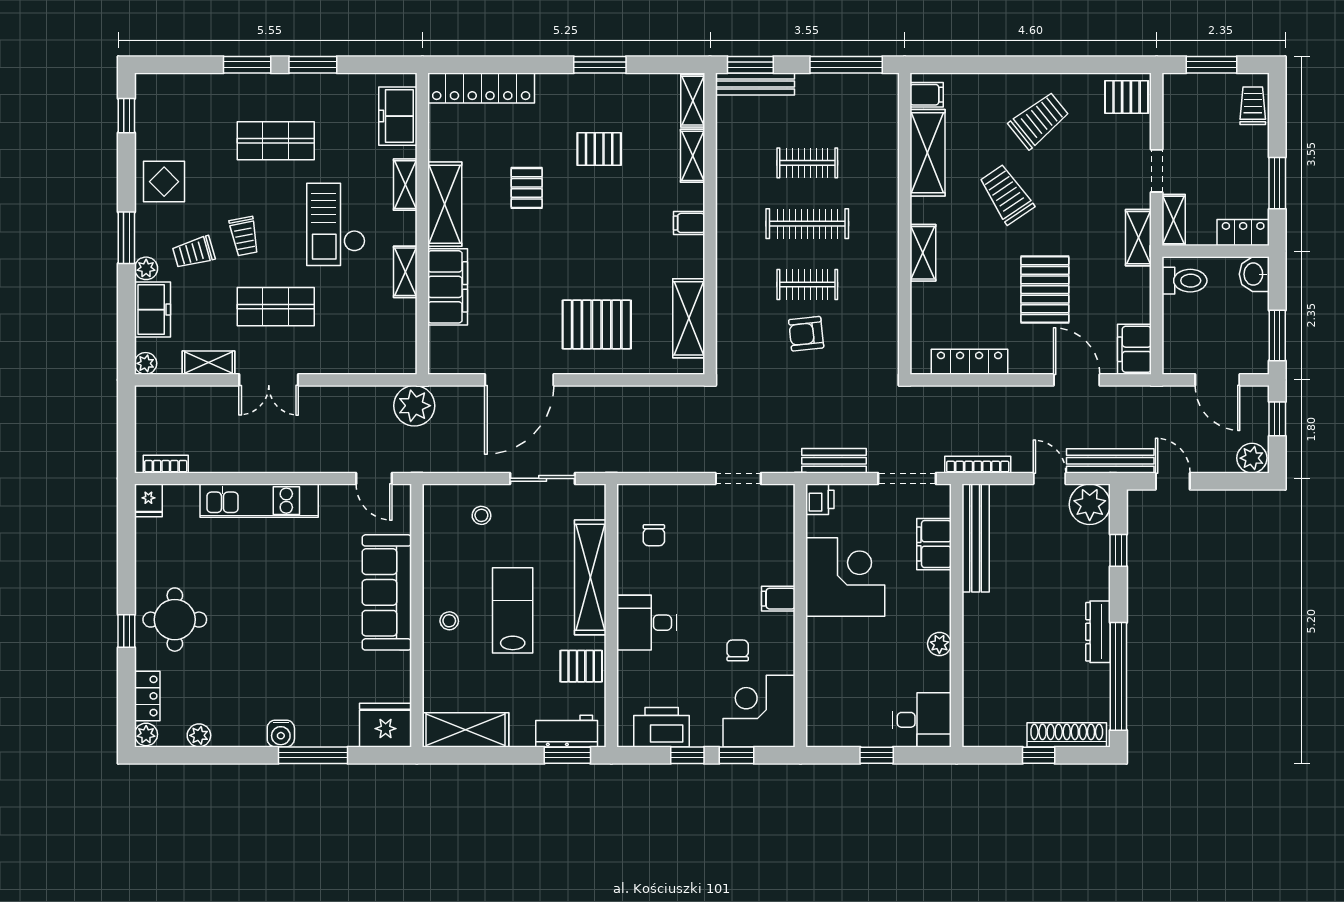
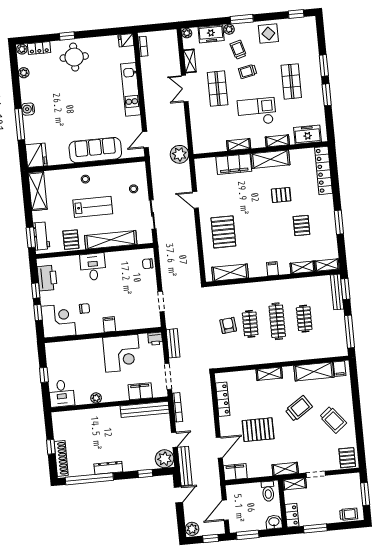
door: (519, 380) -> (195, 200), width x0.53
chair: (654, 535) -> (148, 264), moved

